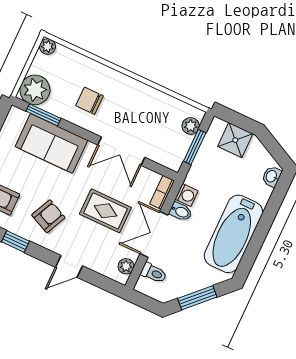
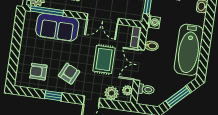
window: (43, 115) -> (47, 11), width x1.44
washing machine: (187, 195) -> (154, 22), moved
rug: (105, 211) -> (104, 59), turned 90
plant: (102, 263) -> (112, 93), added

